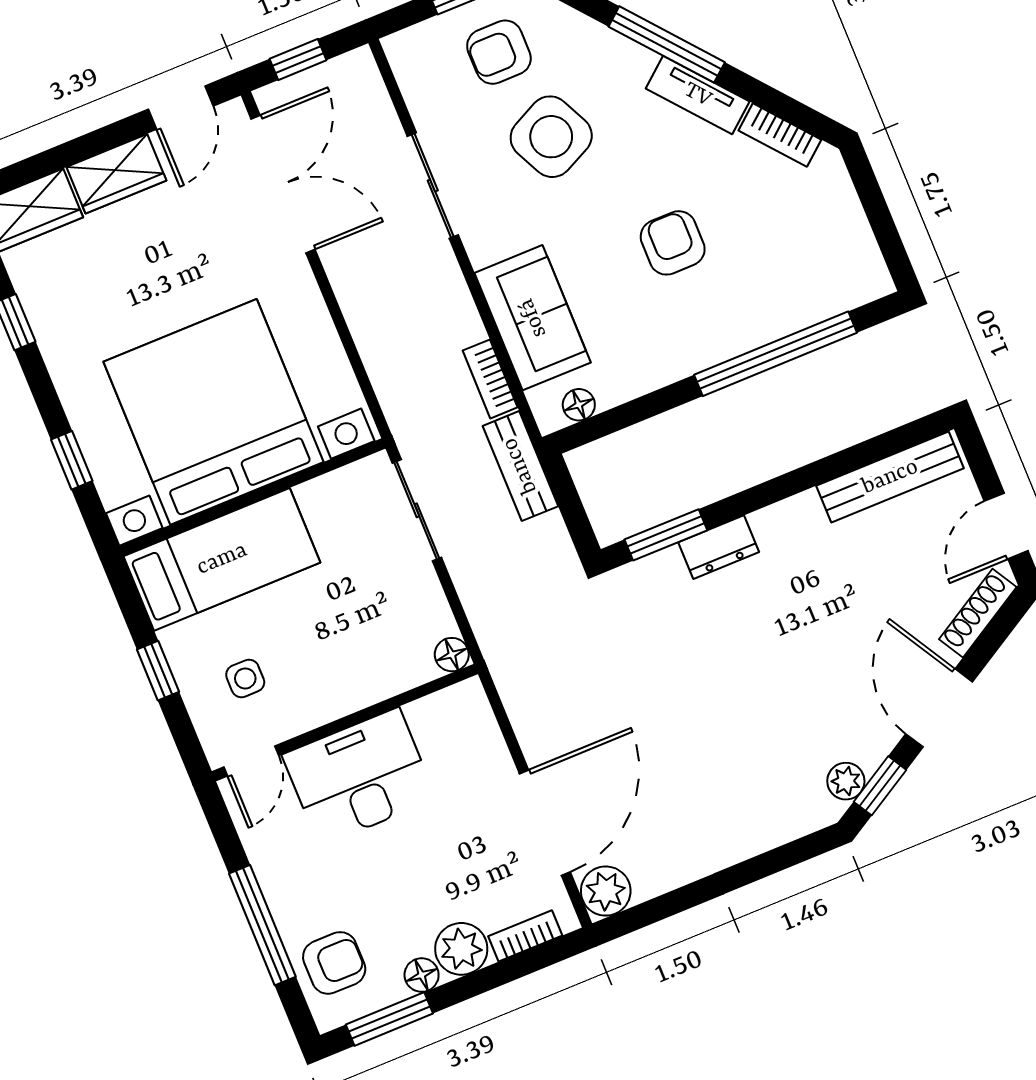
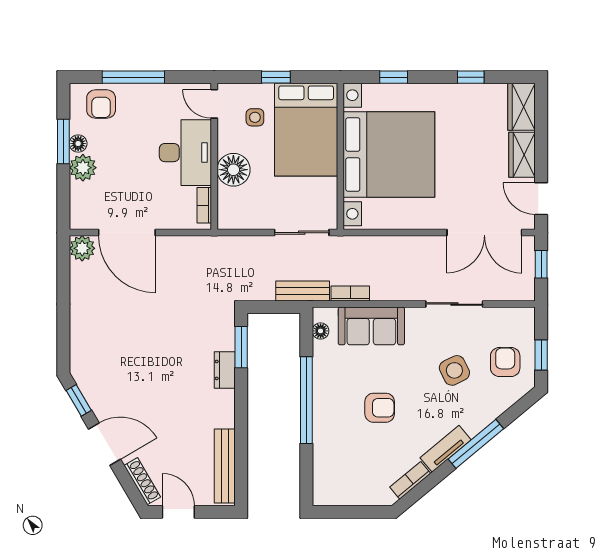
side table: (551, 137) -> (454, 370), width x0.73, depth x0.73
window: (776, 354) -> (306, 400), moved
bed: (222, 559) -> (306, 130), width x1.50
floor lamp: (452, 655) -> (233, 170), moved, width x1.89, depth x1.89
plant: (846, 781) -> (88, 385), removed
bookcase: (525, 936) -> (204, 205), moved, turned 180
window: (389, 1019) -> (63, 141), moved

